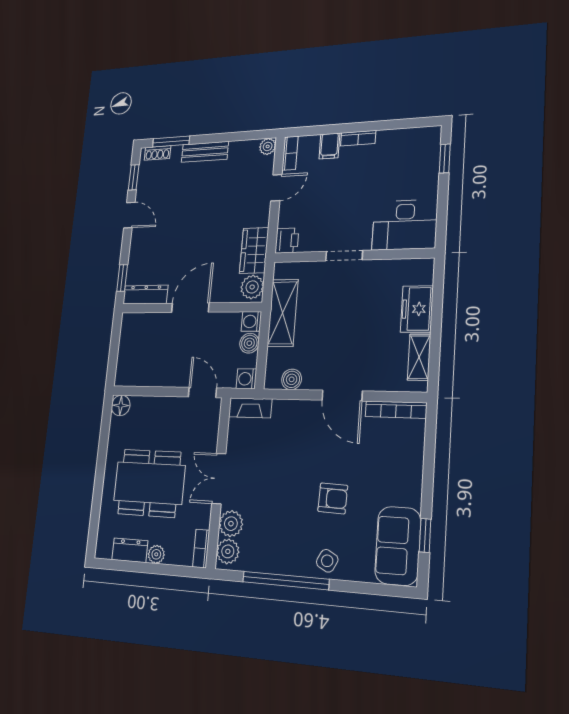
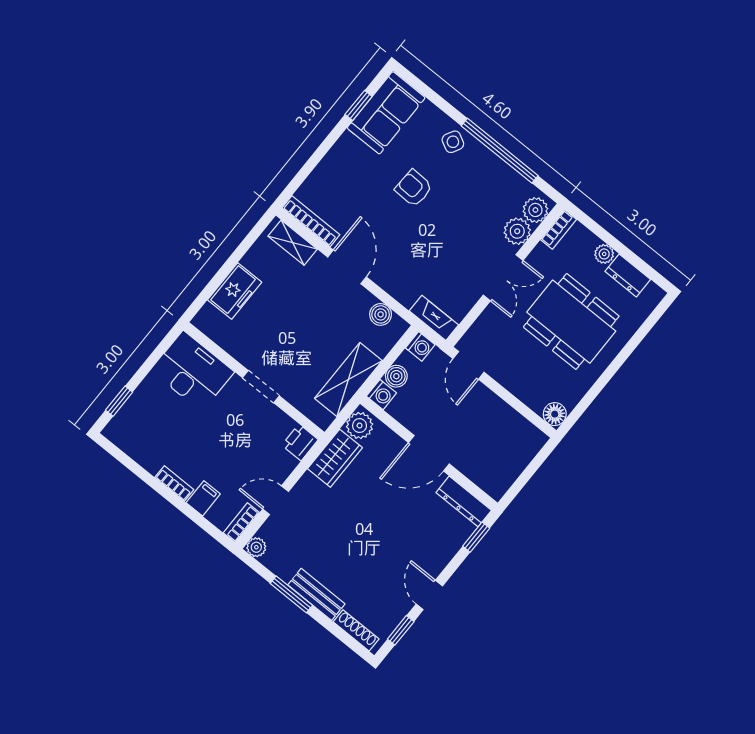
window: (171, 141) -> (291, 594), moved
shoe rack: (157, 153) -> (356, 630), width x1.43
shelving: (419, 357) -> (293, 243), moved, turned 90

